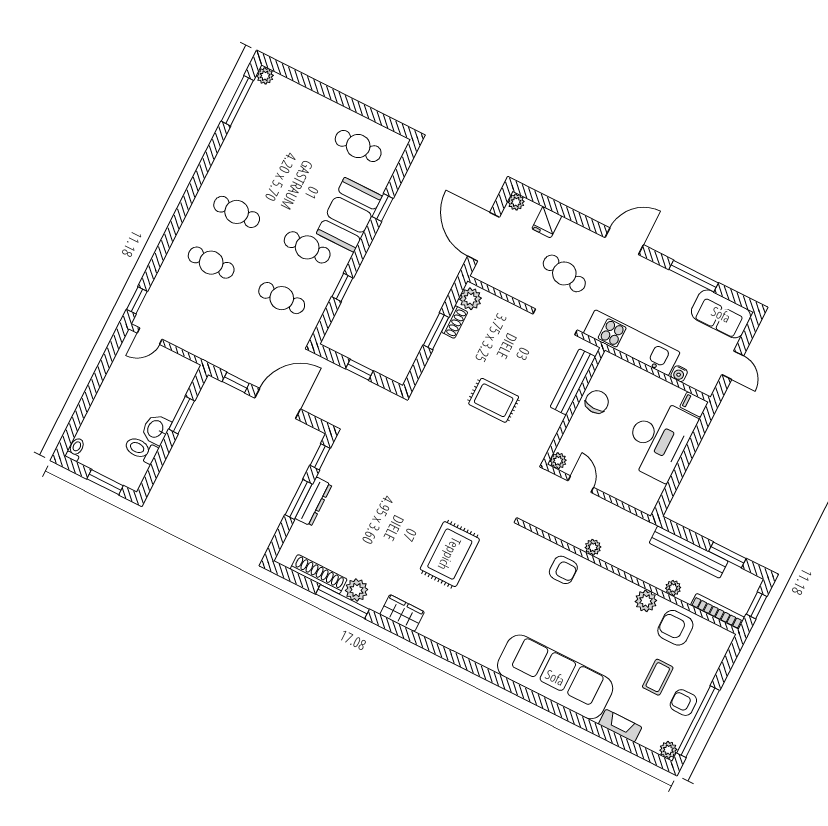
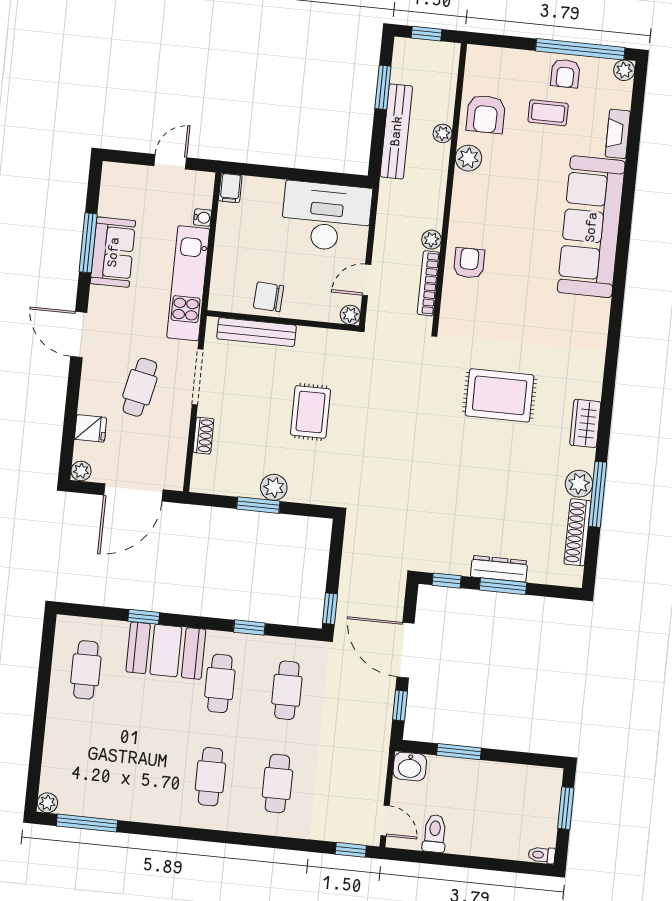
plant: (470, 299) -> (274, 487), moved
sofa: (721, 314) -> (113, 252), moved
shoe rack: (455, 322) -> (203, 436), moved, turned 90
window: (359, 370) -> (330, 609), moved
washbasin: (156, 429) -> (410, 767), moved
desk: (659, 440) -> (326, 217), moved
toilet: (141, 450) -> (435, 834), moved, turned 180
bookcase: (718, 611) -> (428, 283), moved

